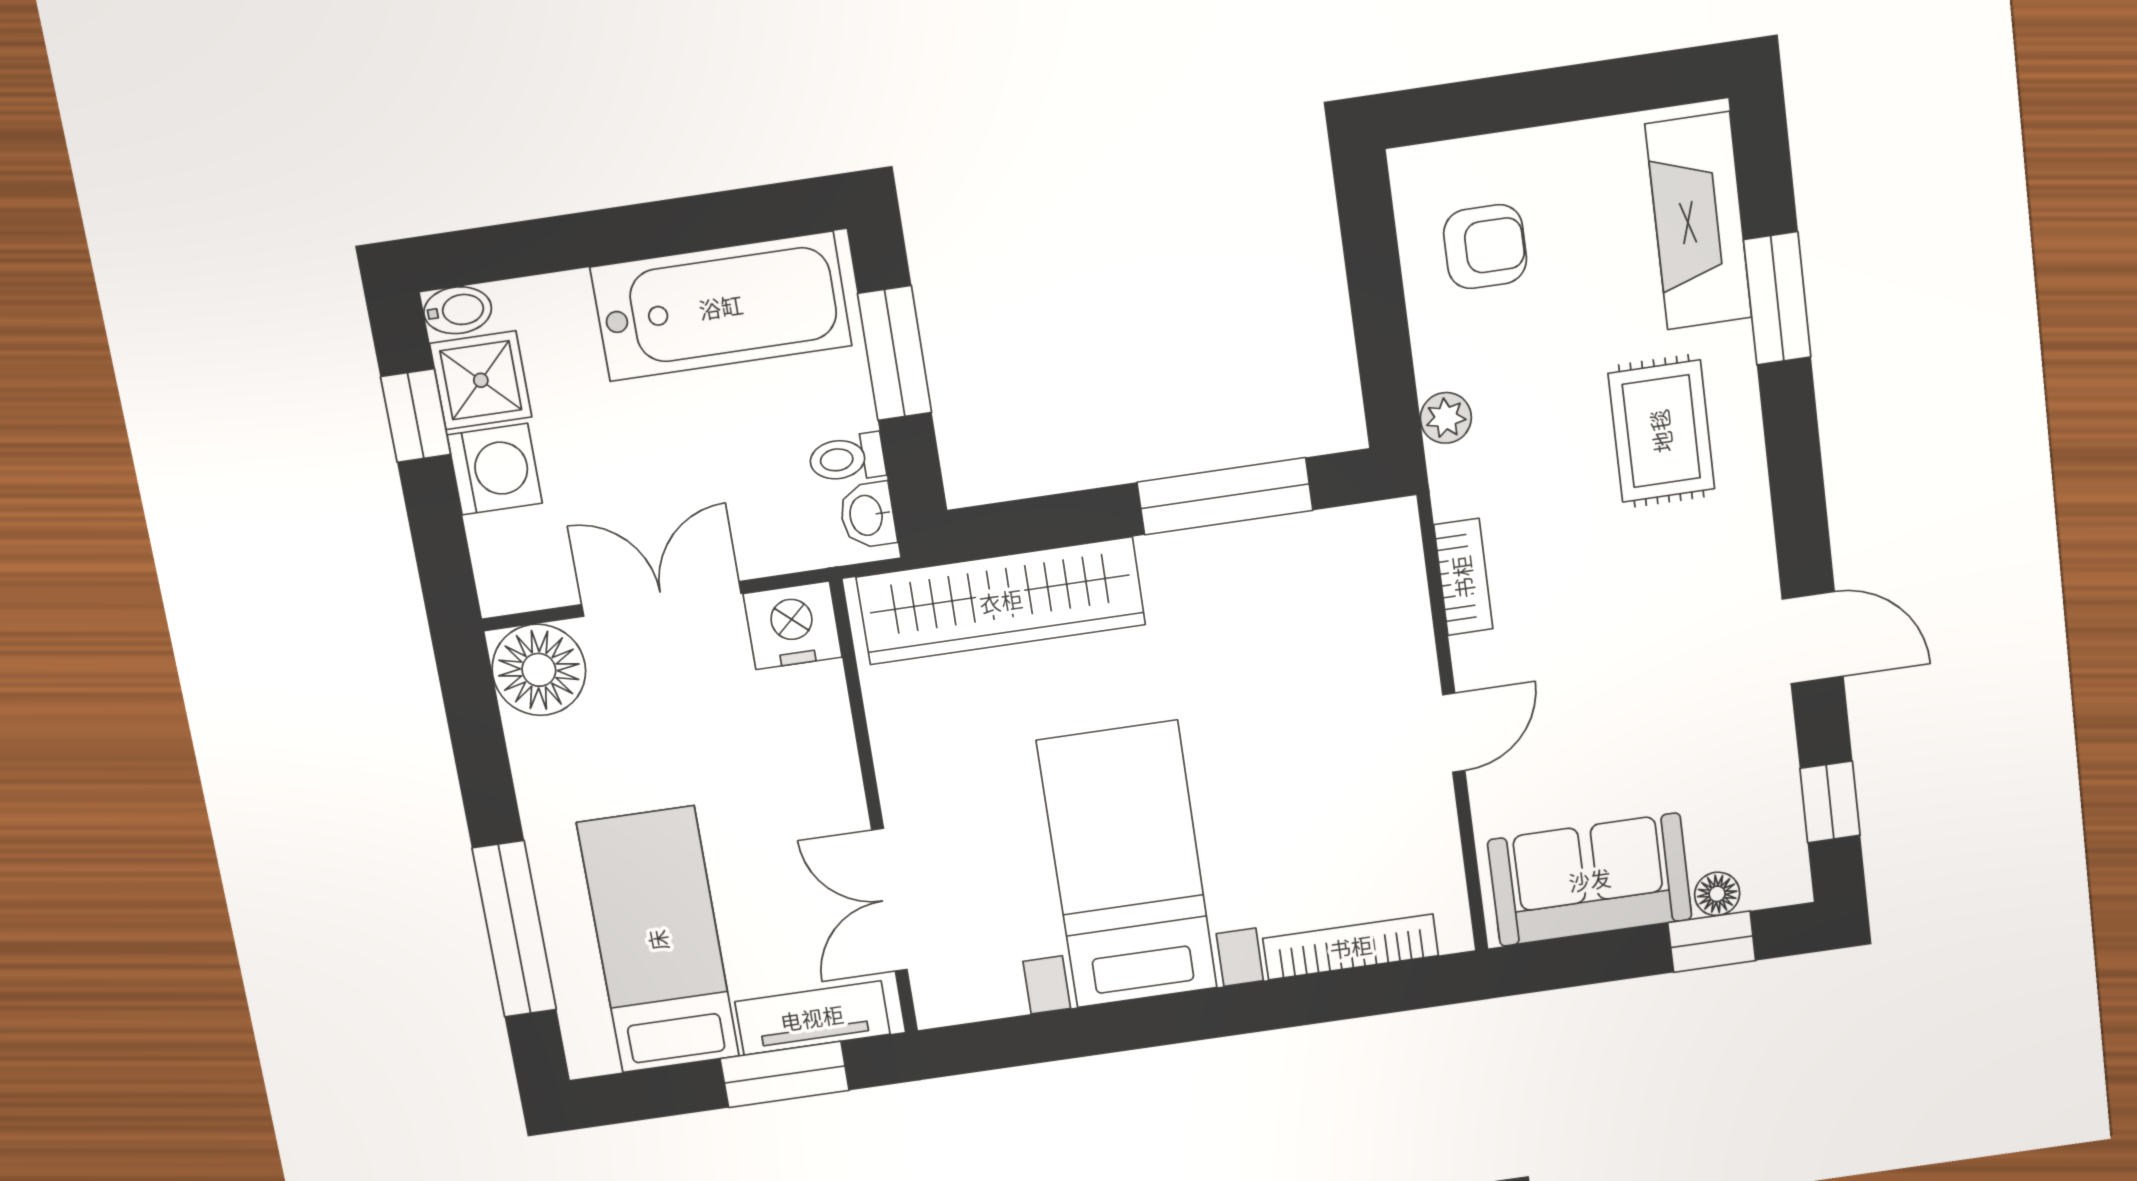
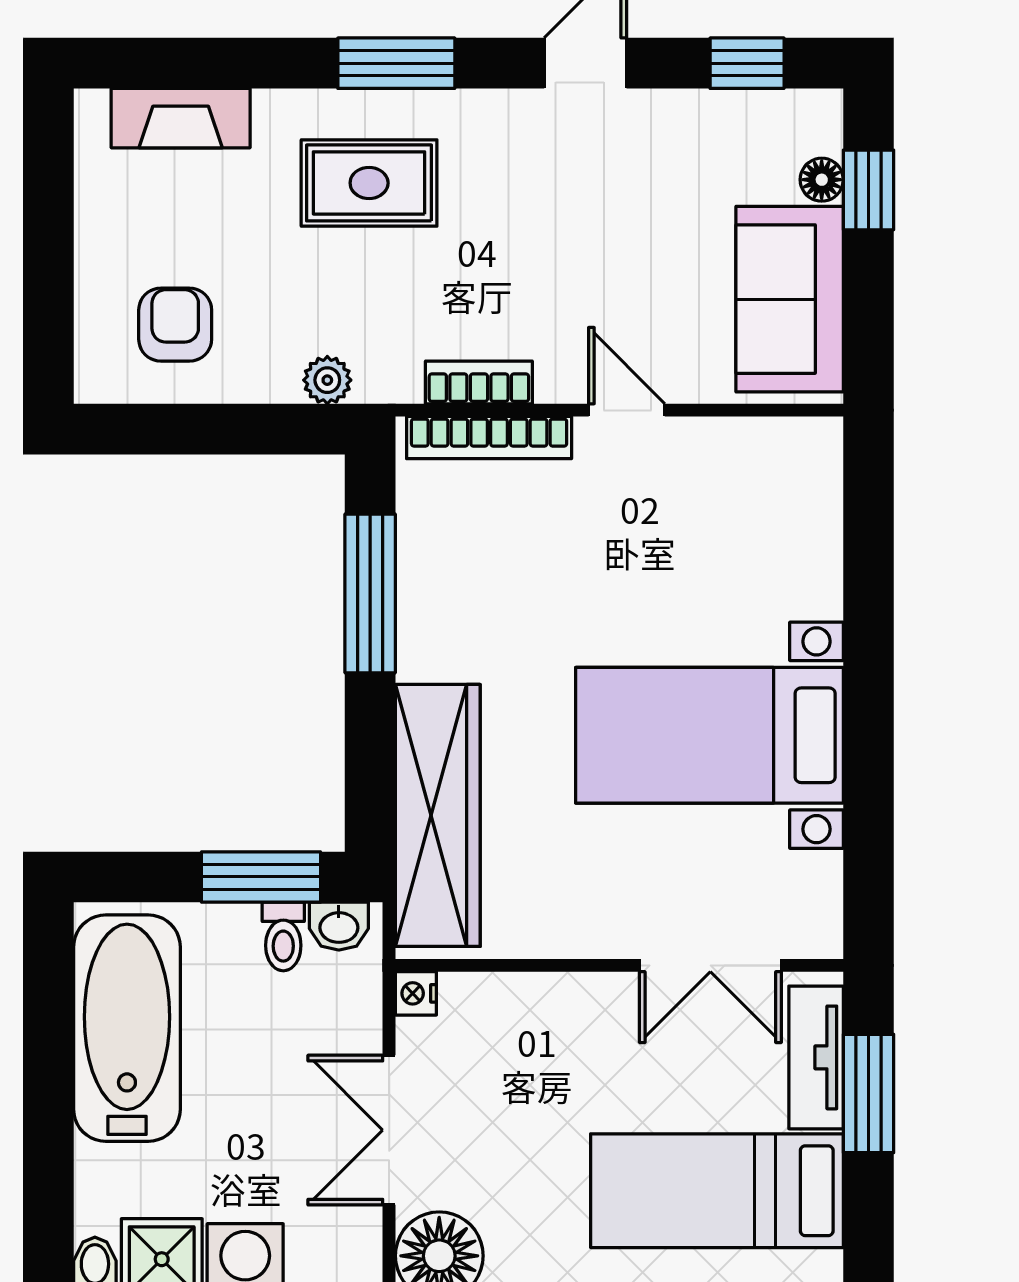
fireplace: (1698, 221) -> (181, 118), width x0.73, depth x0.76
window: (1777, 298) -> (396, 63), moved
window: (895, 353) -> (261, 877), moved
nightstand: (792, 625) -> (416, 993), width x0.53, depth x0.56
bookcase: (1351, 947) -> (489, 438), moved, turned -90

